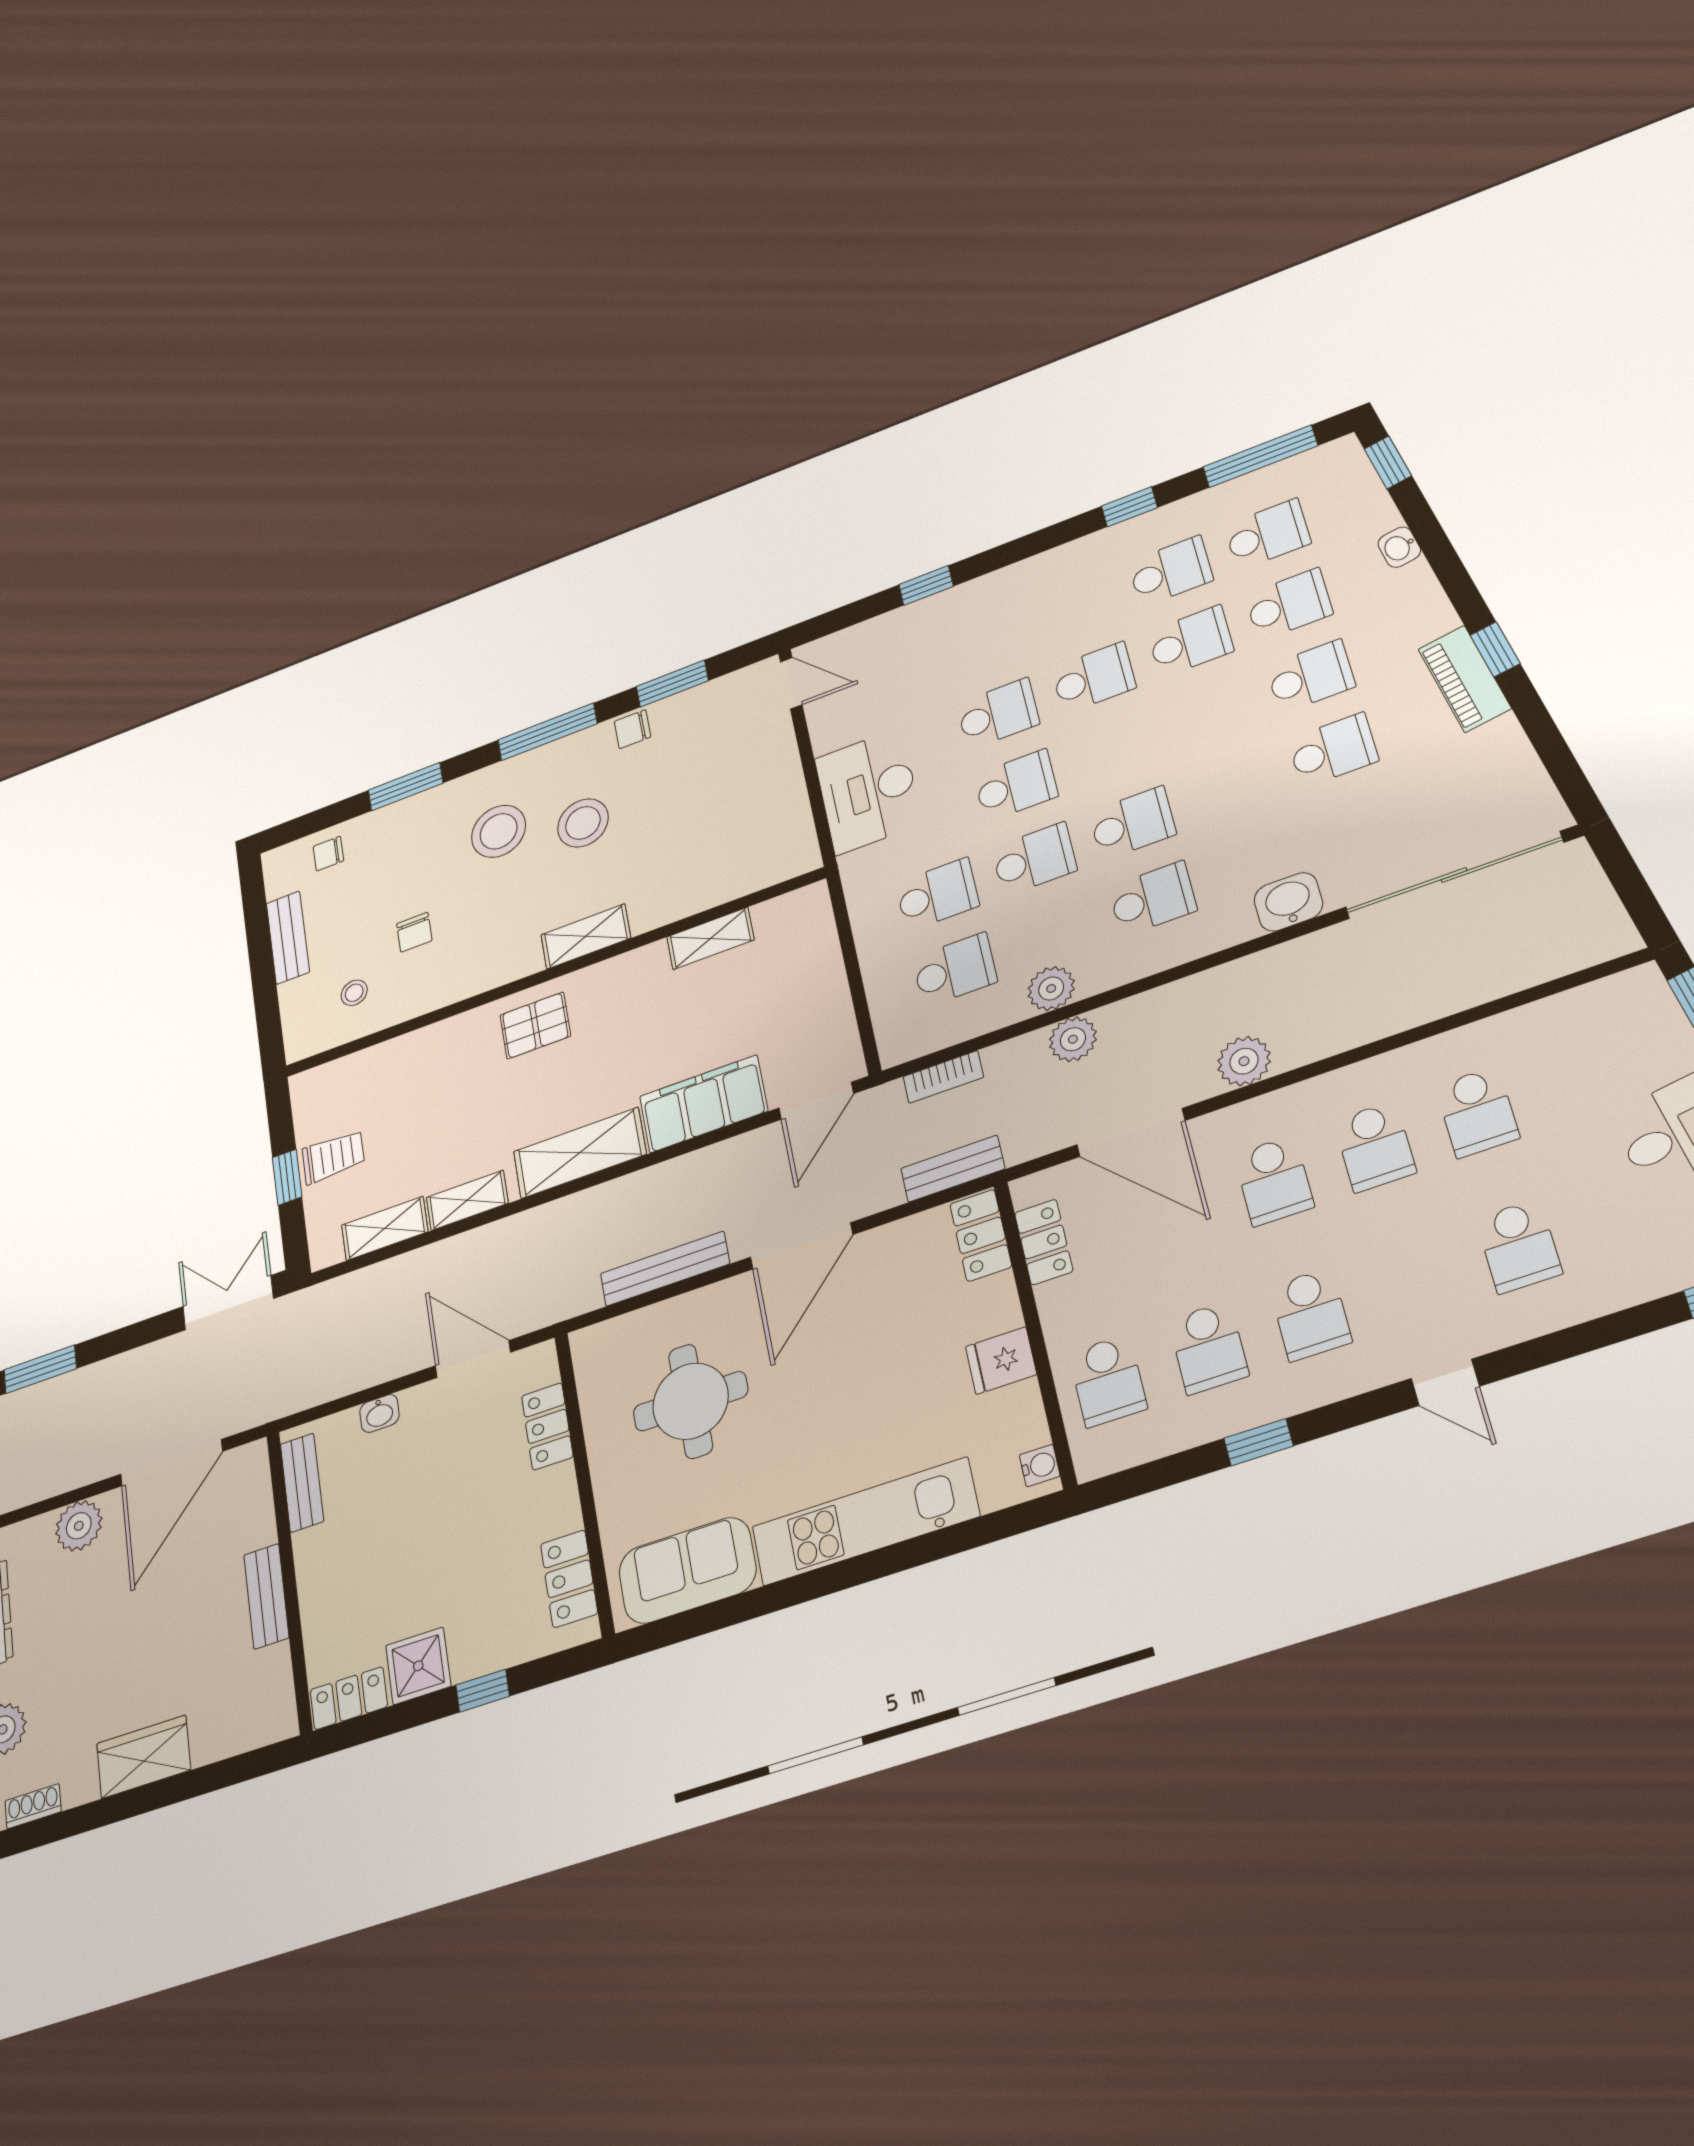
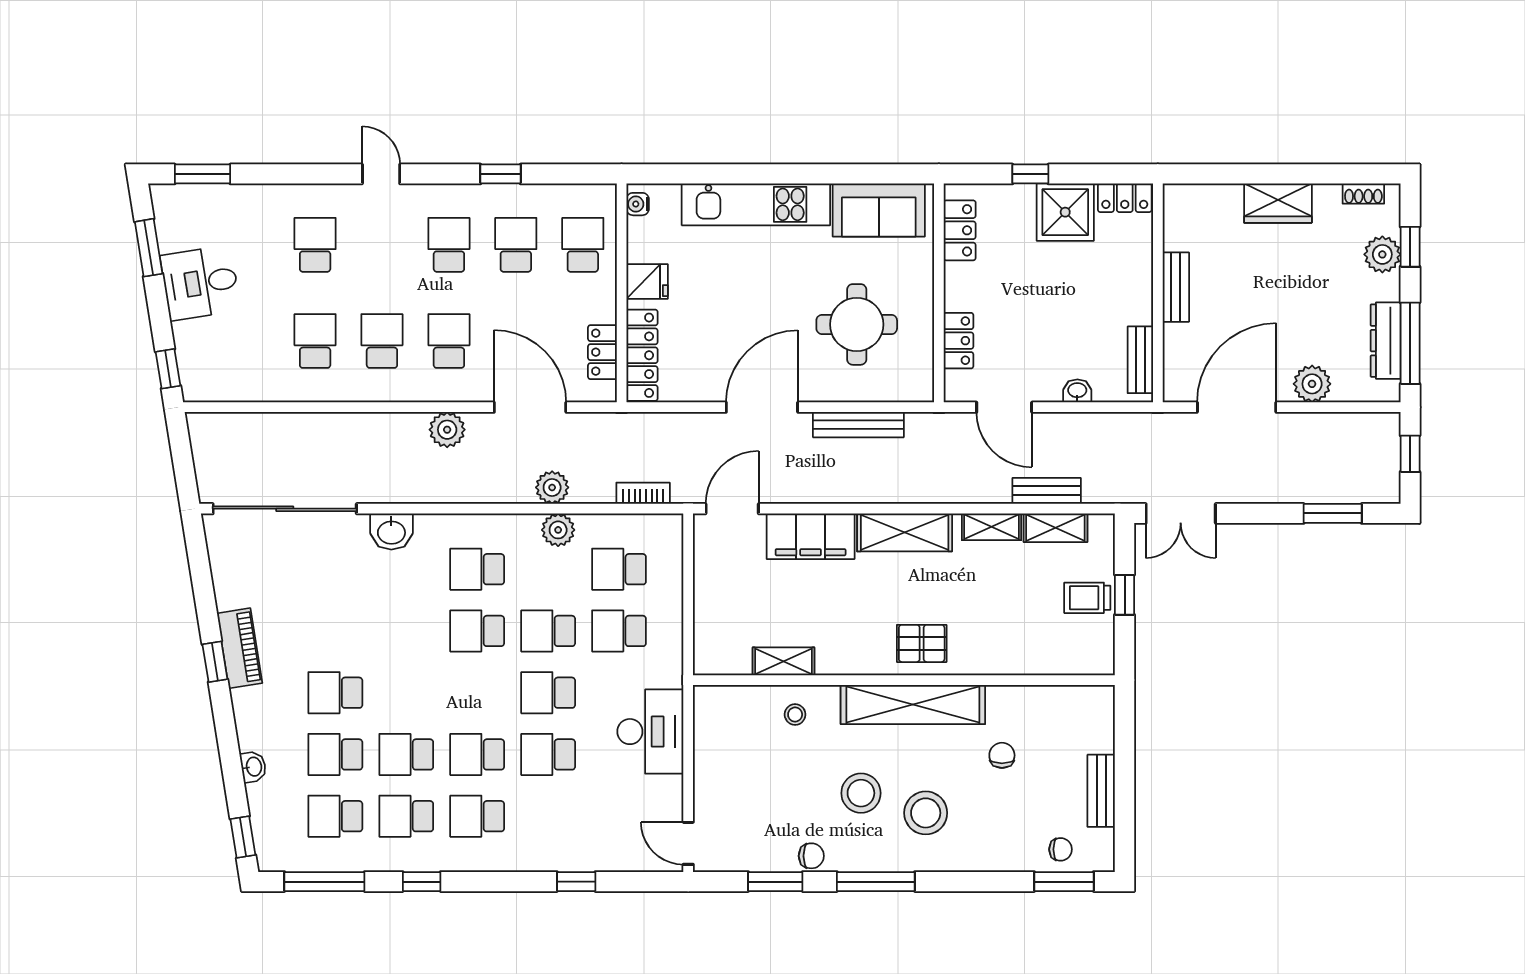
school desk: (1333, 750) -> (477, 816), moved
window: (406, 787) -> (1064, 882), moved
shelving: (586, 936) -> (913, 704), width x2.20, depth x1.33
stool: (354, 993) -> (795, 715), moved
bench: (953, 1169) -> (1047, 491), moved
locker: (981, 1235) -> (642, 355), width x1.53
shower: (418, 1666) -> (1065, 212), width x1.36, depth x1.36

